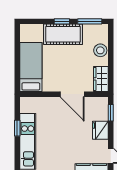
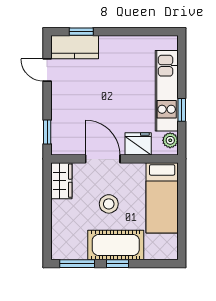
stool: (100, 50) -> (109, 204), moved
plant: (25, 107) -> (170, 140), added
fridge: (100, 130) -> (138, 144), moved, turned -90

